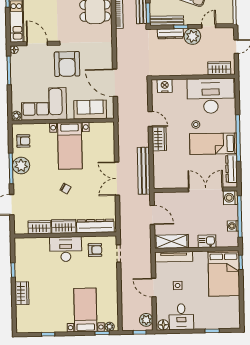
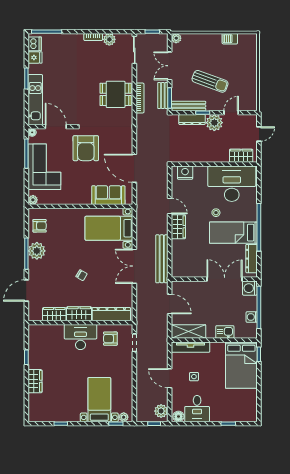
corner sofa: (44, 104) -> (44, 167), moved, turned 90
bed with nightstands: (70, 146) -> (109, 228), moved, turned 90
armchair: (95, 250) -> (110, 339), turned 180

